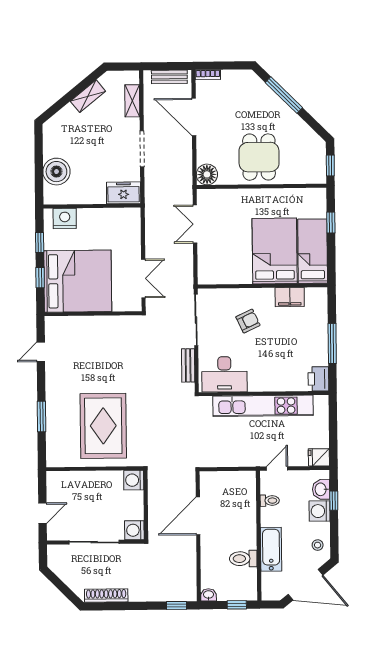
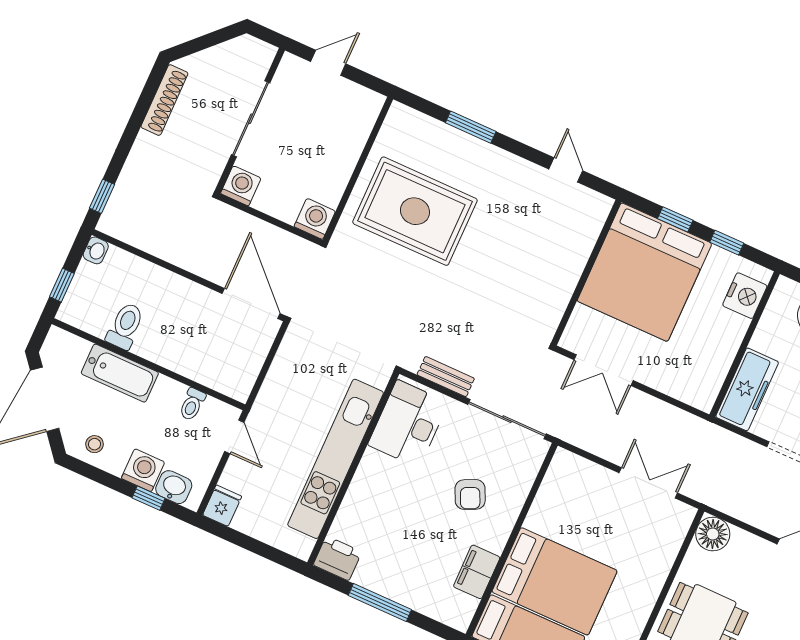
freezer: (124, 193) -> (747, 389), width x1.40
door: (43, 513) -> (328, 63), swing flipped
door: (198, 516) -> (251, 303), moved

